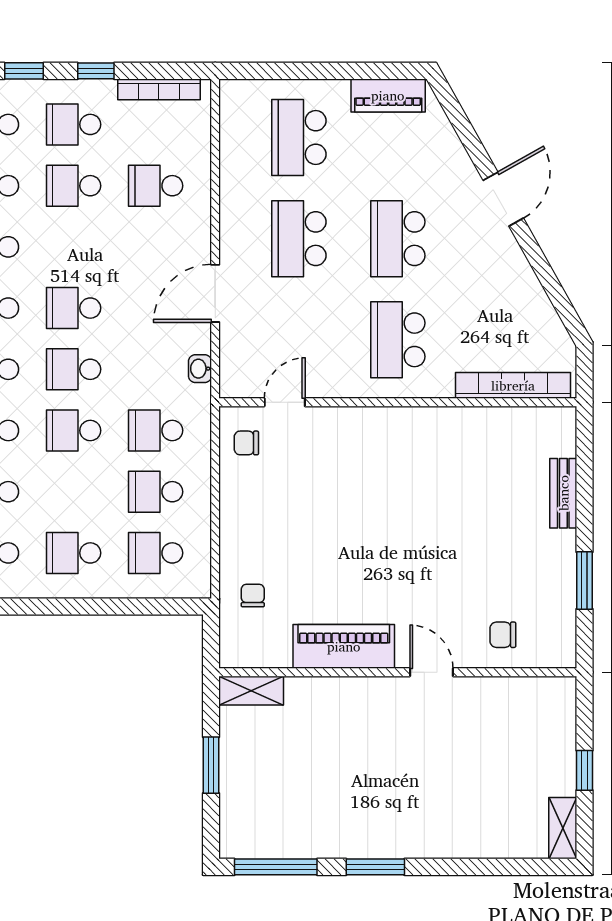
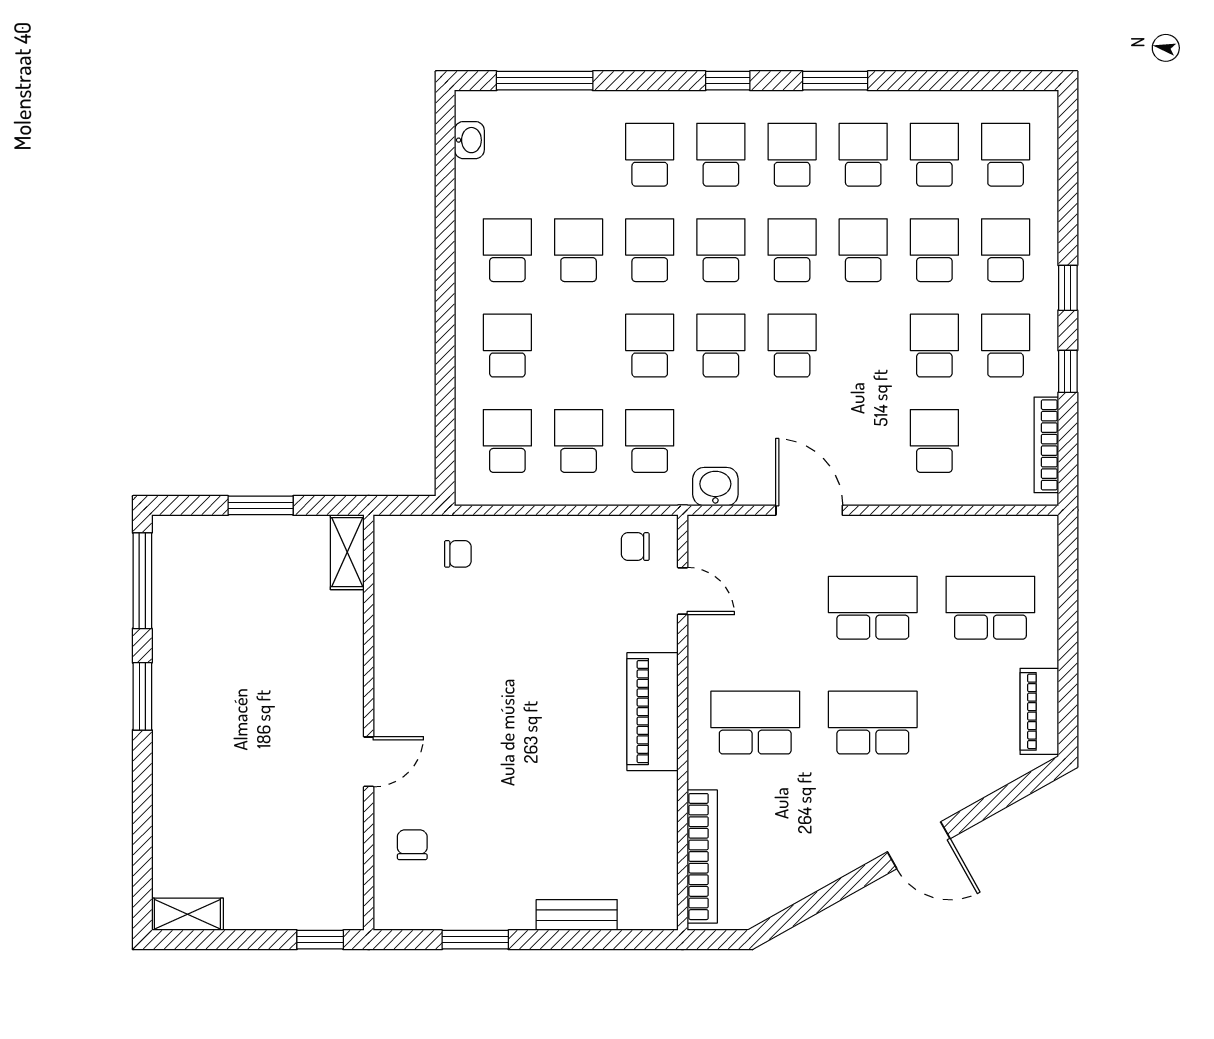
washbasin: (200, 369) -> (715, 487), width x1.38, depth x1.45
chair: (246, 443) -> (635, 547), turned -90
piano: (344, 646) -> (653, 712), moved, turned 180
window: (585, 770) -> (320, 940), moved

